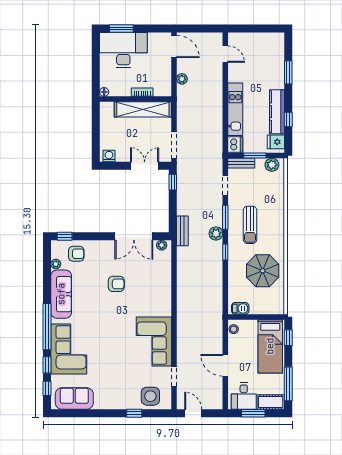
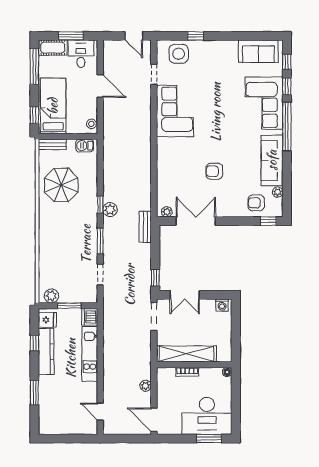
bench: (241, 163) -> (52, 145), moved
sun lounger: (250, 225) -> (74, 233), removed
plant: (216, 233) -> (110, 210), moved

